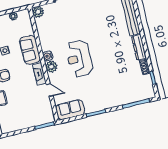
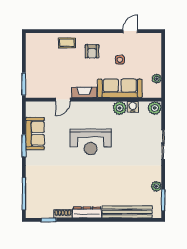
sofa: (30, 50) -> (120, 88), width x1.36
water cooler: (48, 56) -> (133, 107), moved
reception desk: (79, 58) -> (91, 142), turned 180
plant: (51, 67) -> (120, 108), moved
sofa: (70, 110) -> (35, 134), moved

